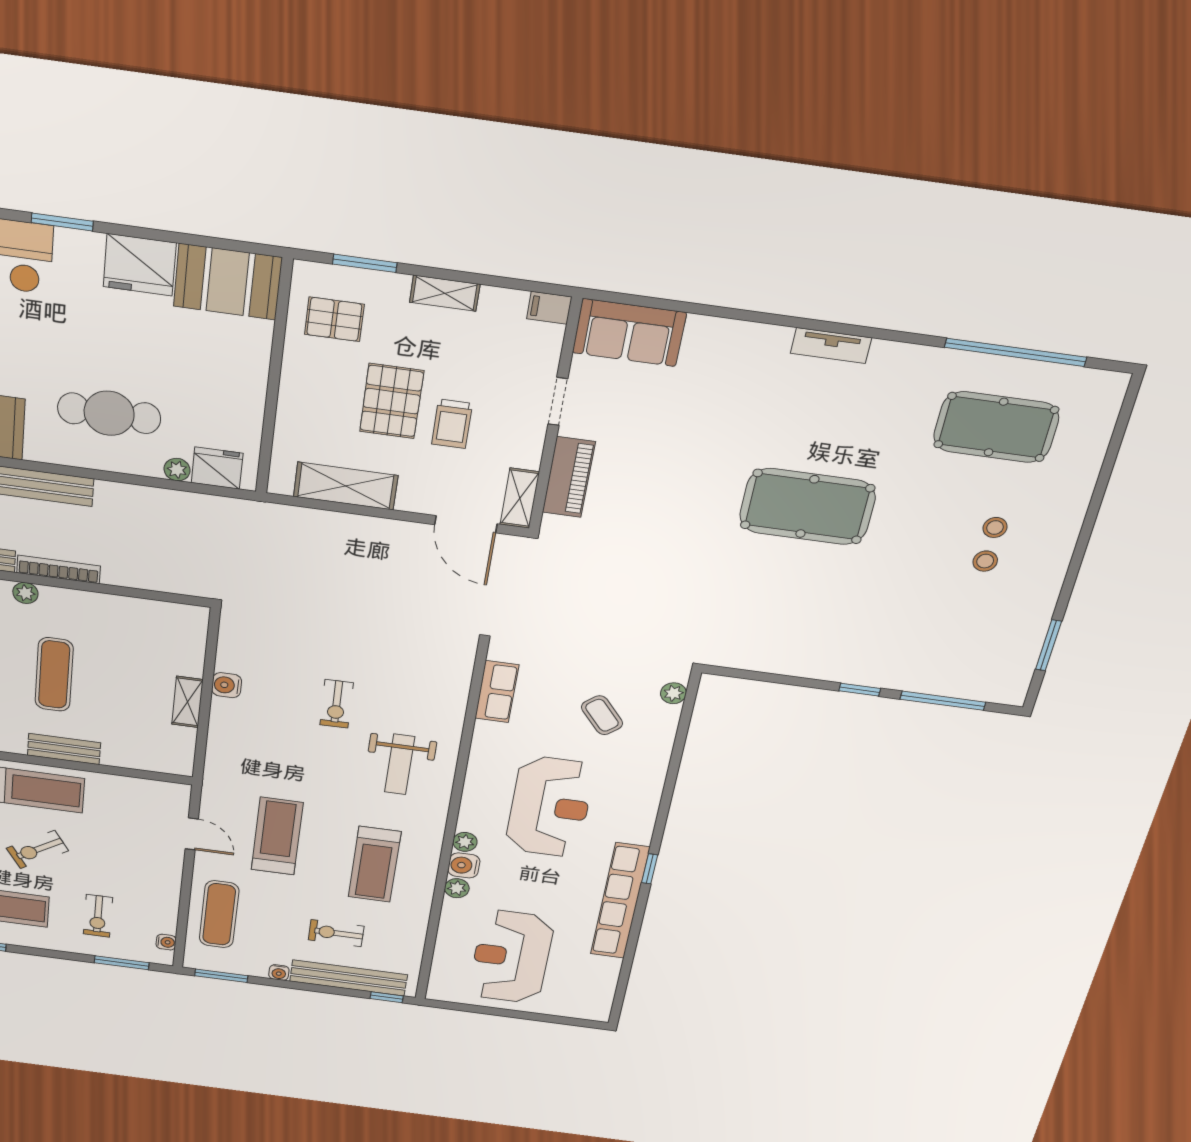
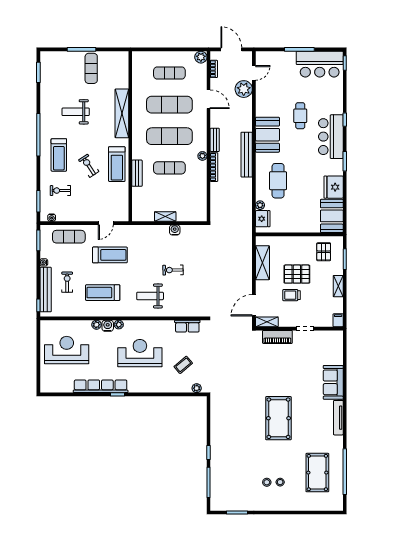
sofa: (629, 333) -> (333, 382), moved
tv unit: (831, 345) -> (338, 418), width x1.41
reception desk: (550, 807) -> (140, 353), turned 180

